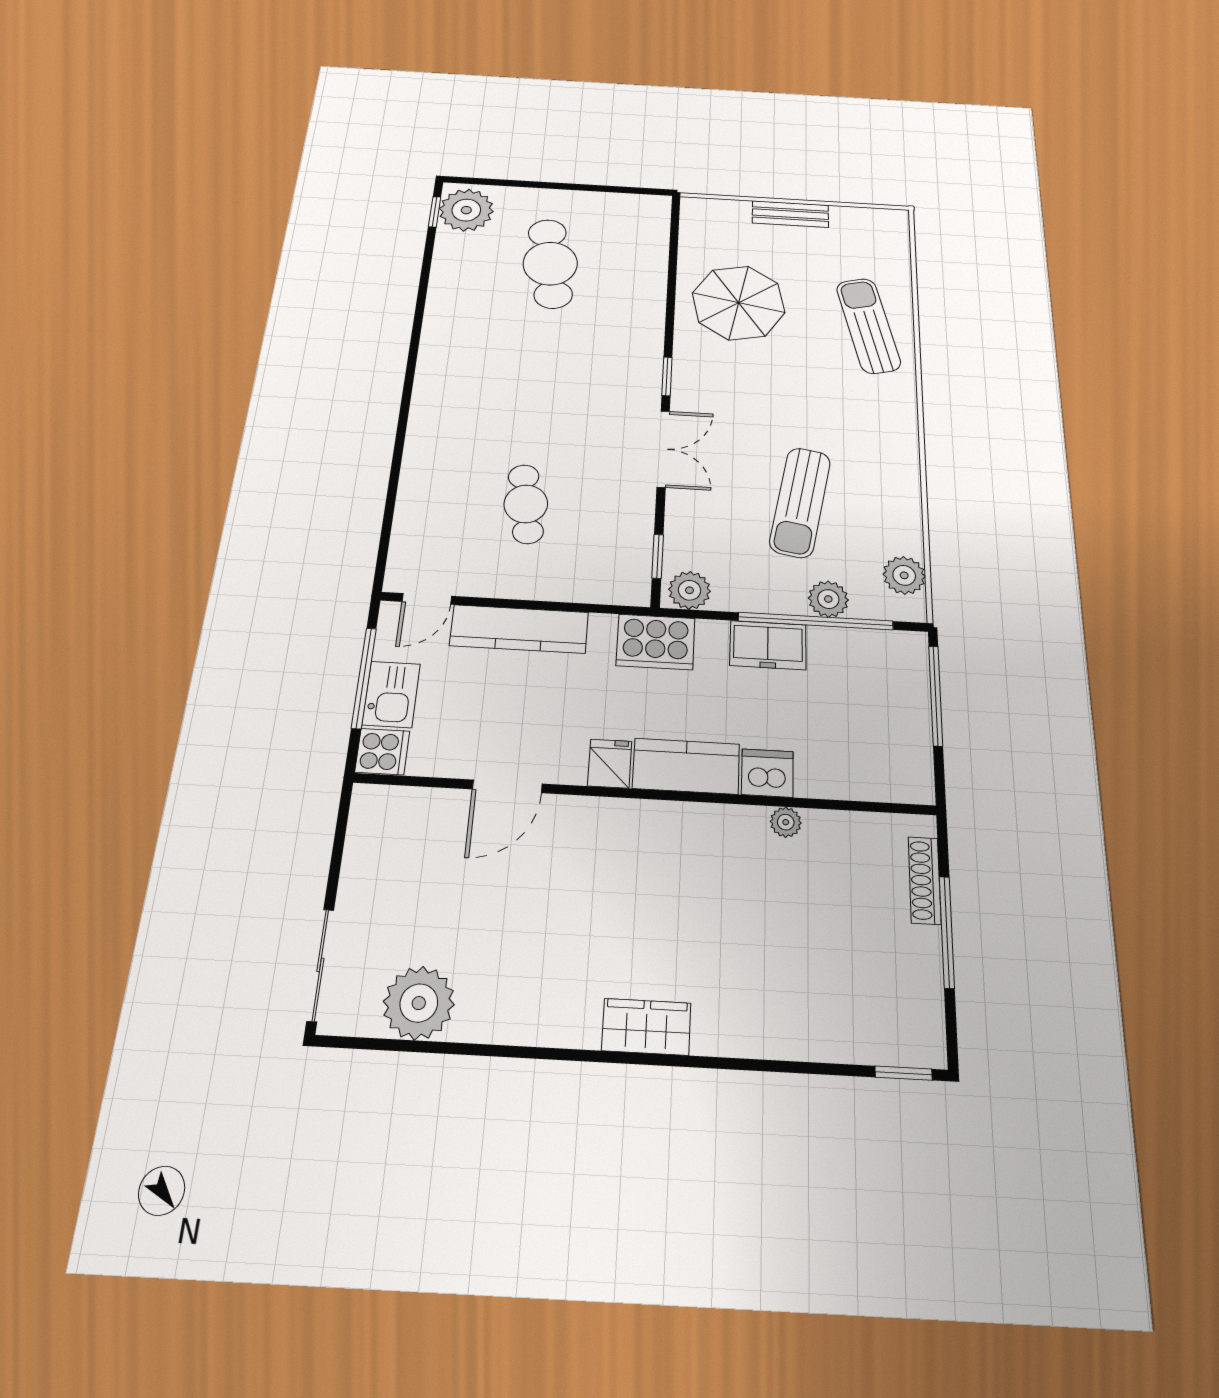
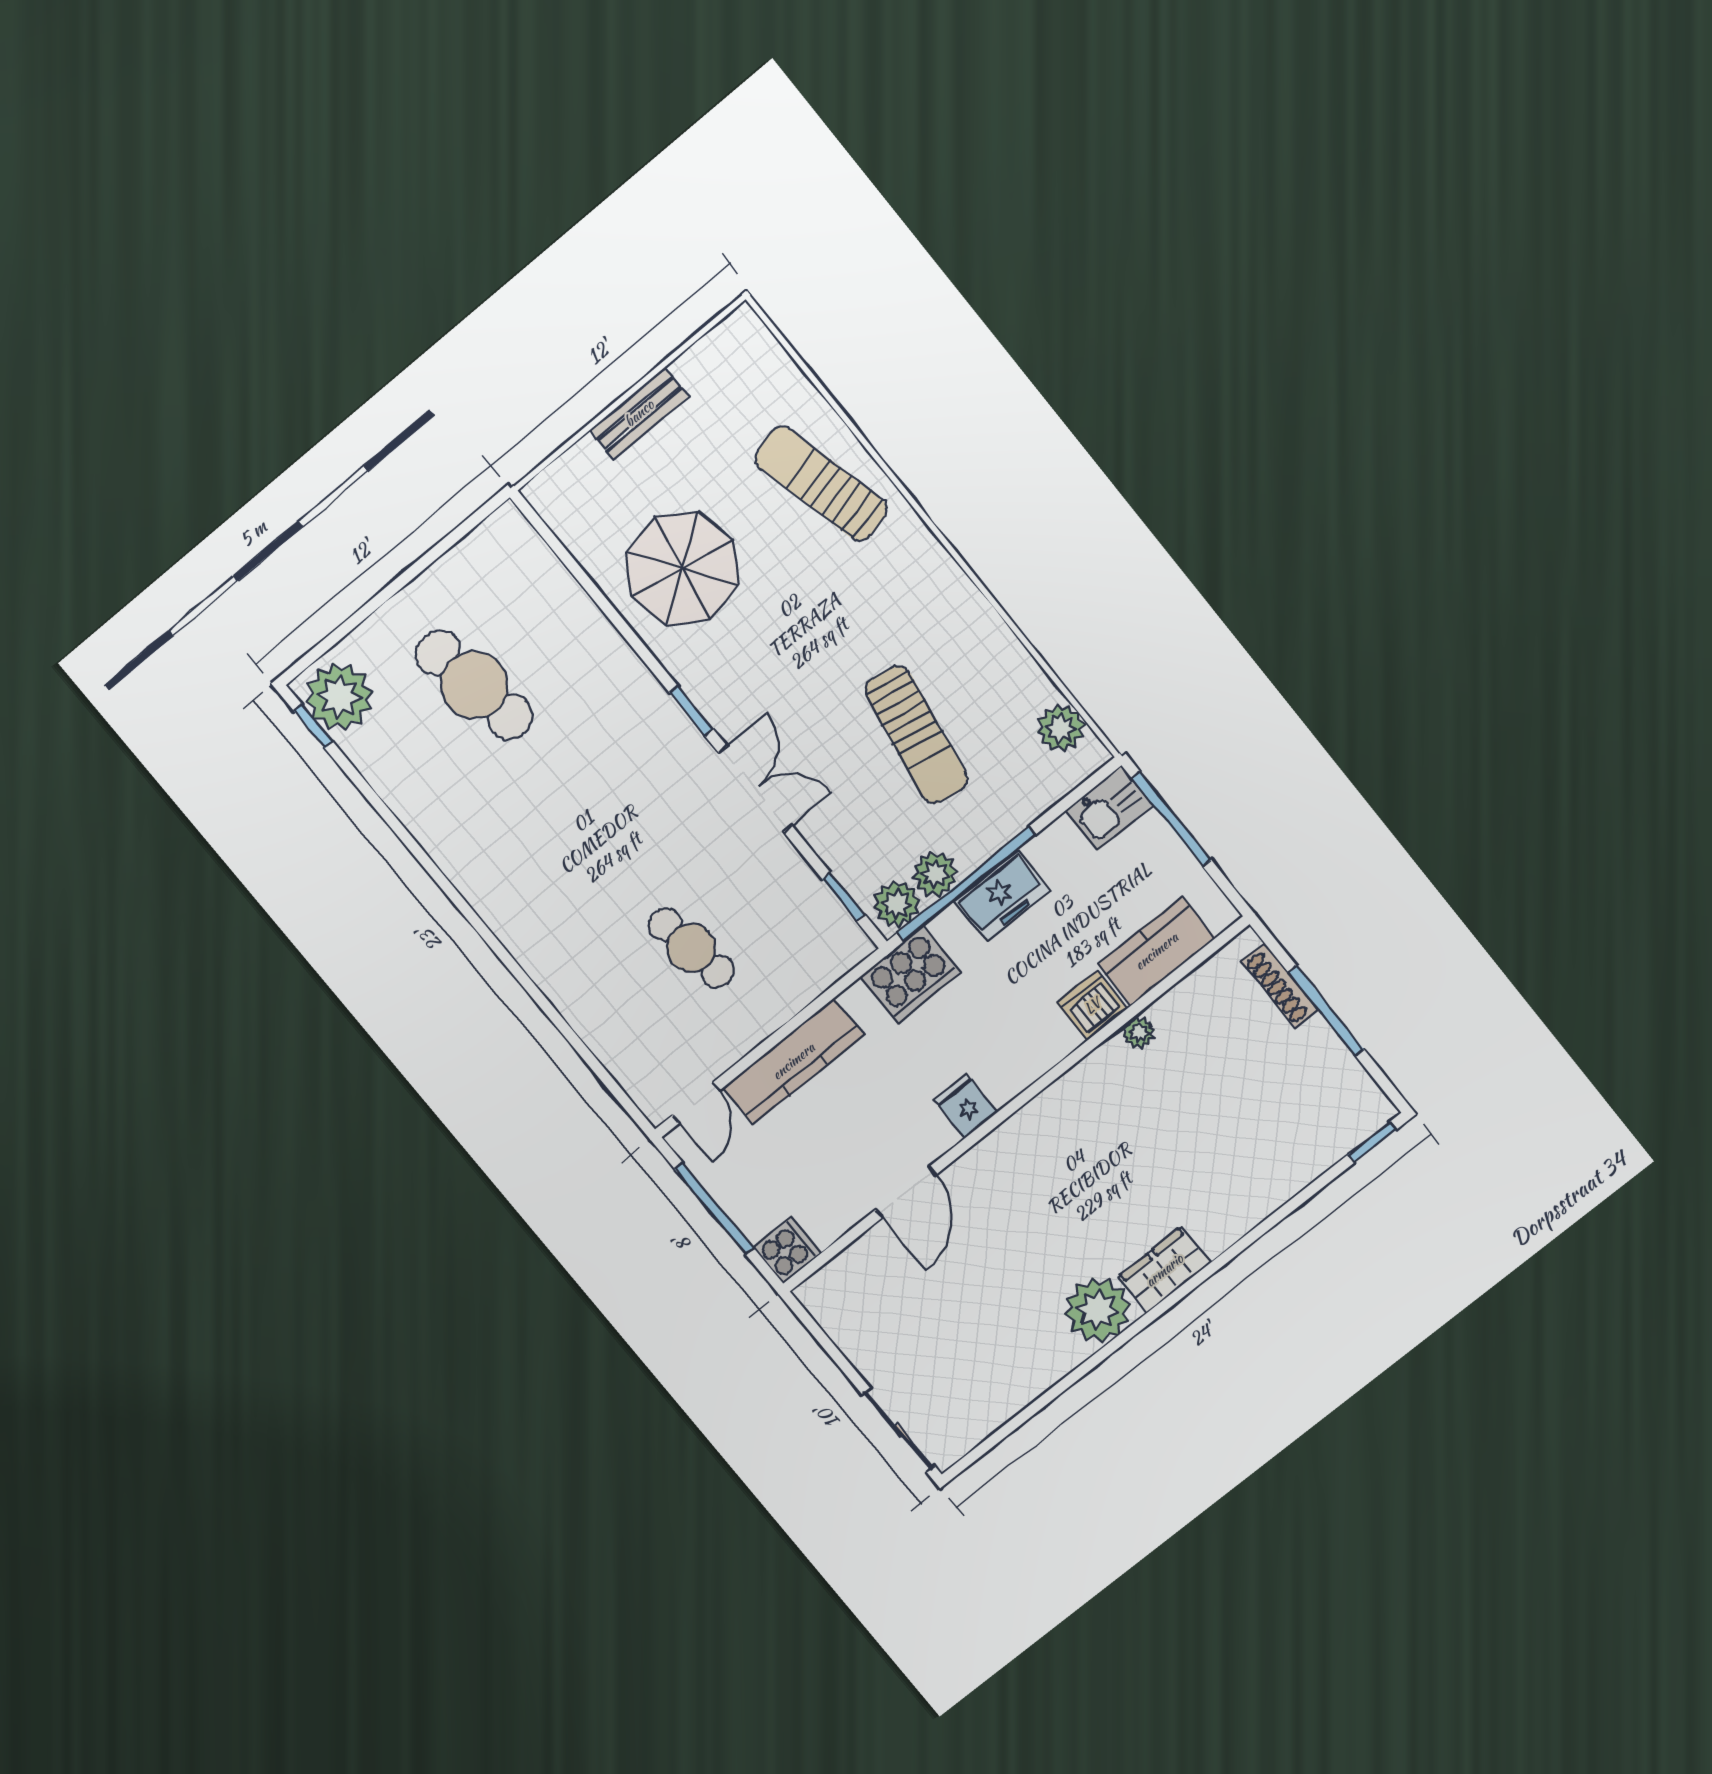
plant: (828, 599) -> (935, 874), moved
window: (816, 621) -> (966, 884), moved
kitchen sink: (391, 694) -> (1110, 808), moved, turned 90
kitchen counter: (686, 766) -> (1156, 951), moved
plant: (419, 1003) -> (1098, 1310), moved

